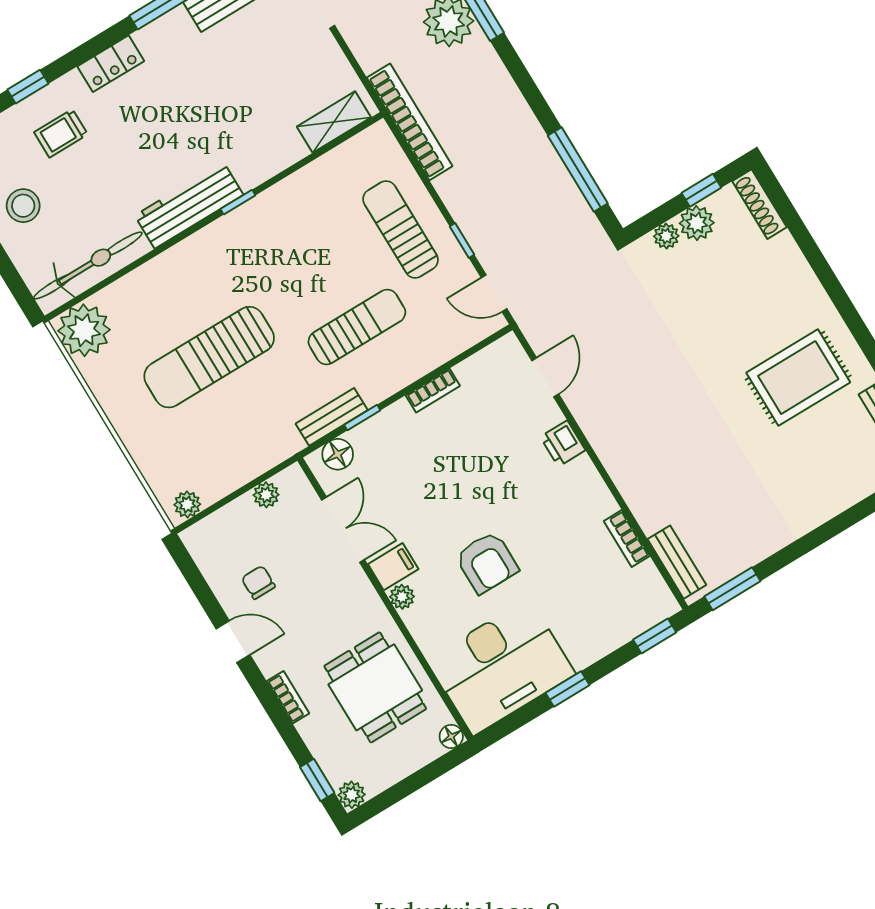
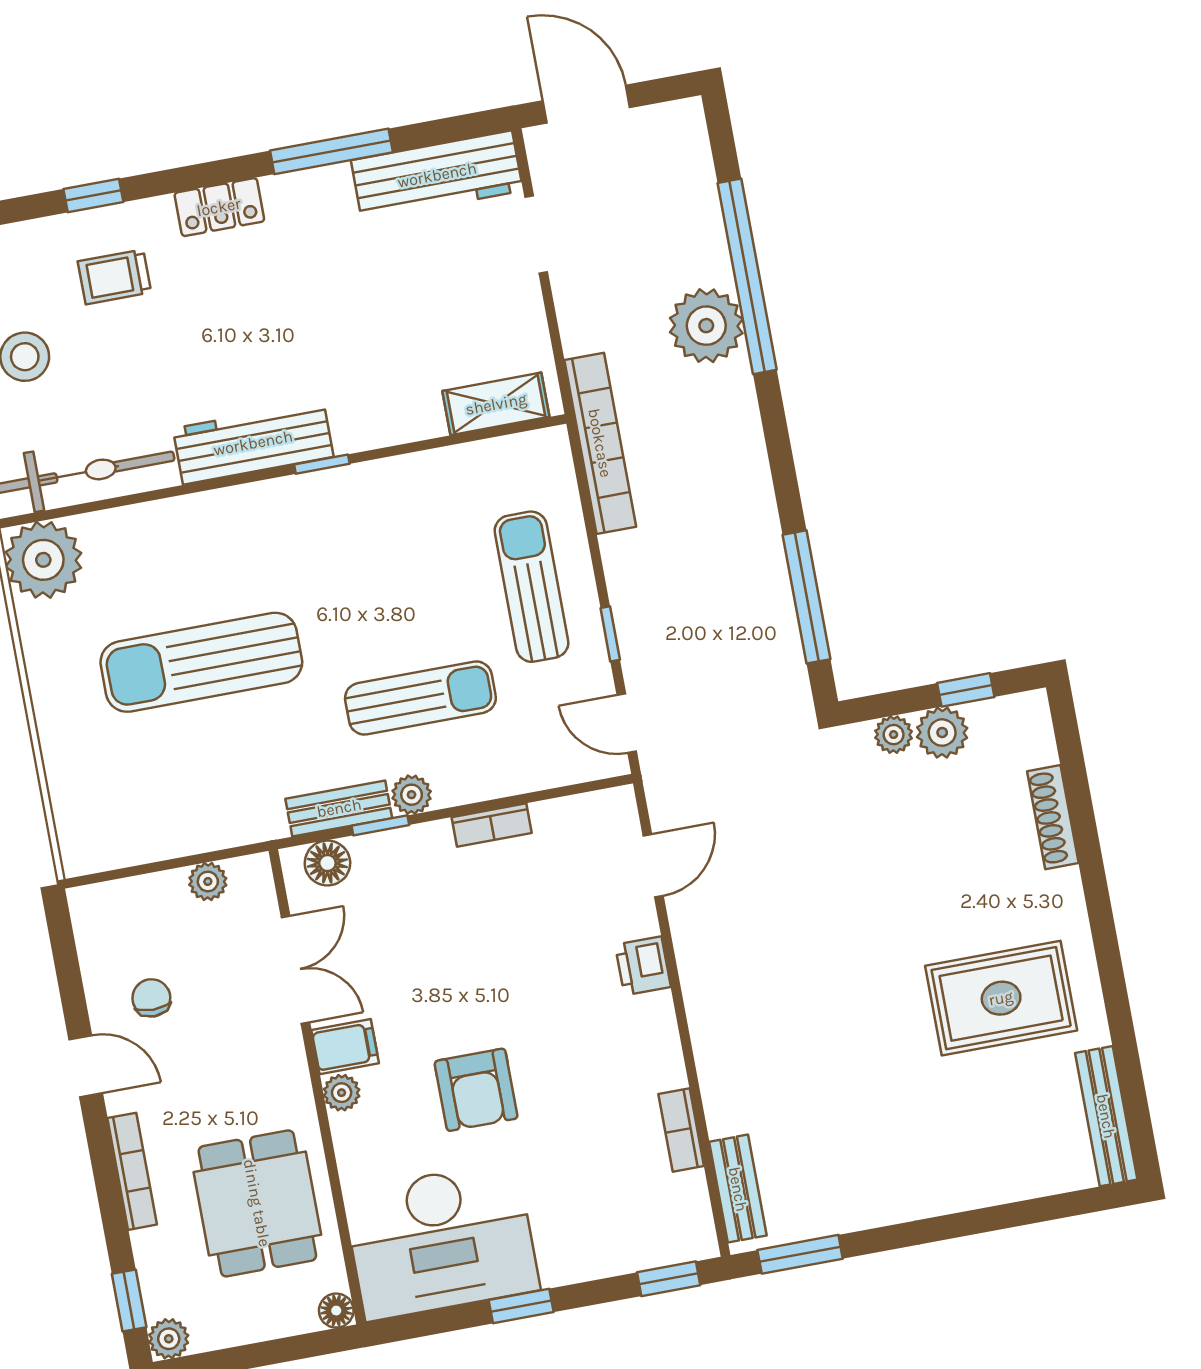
shoe rack: (760, 204) -> (1053, 817), moved
plant: (187, 504) -> (412, 795), moved
bookcase: (288, 697) -> (132, 1171), width x1.56

